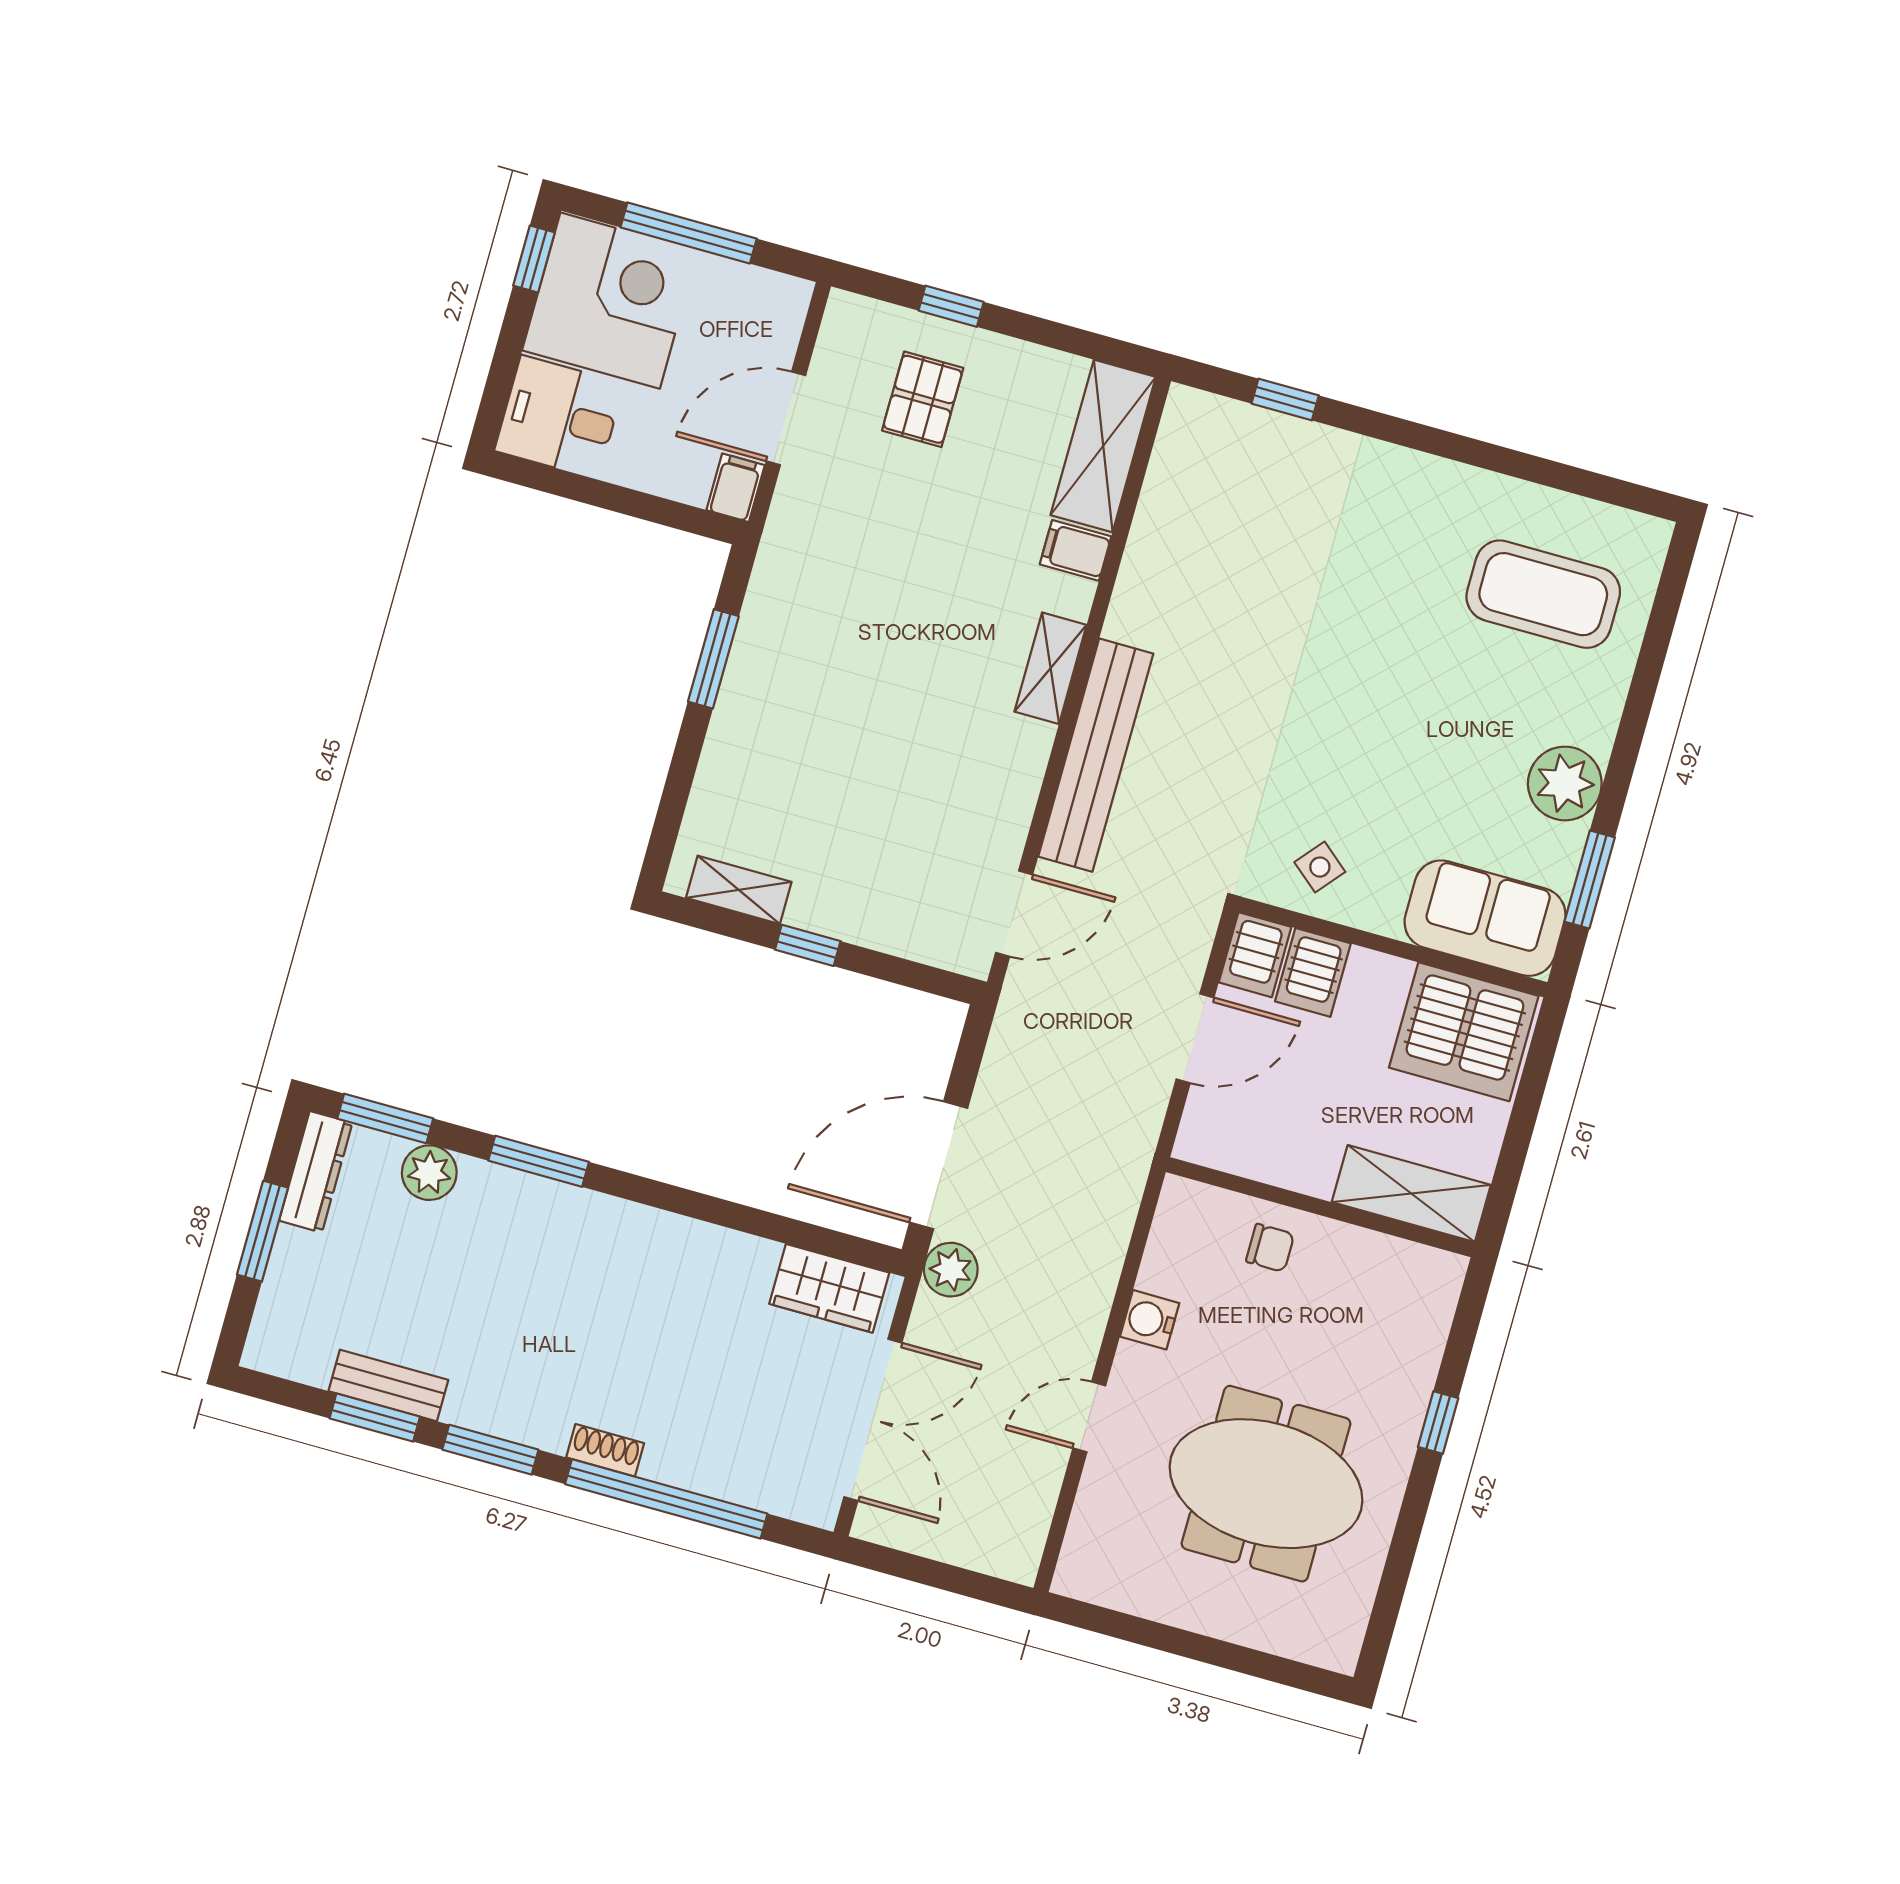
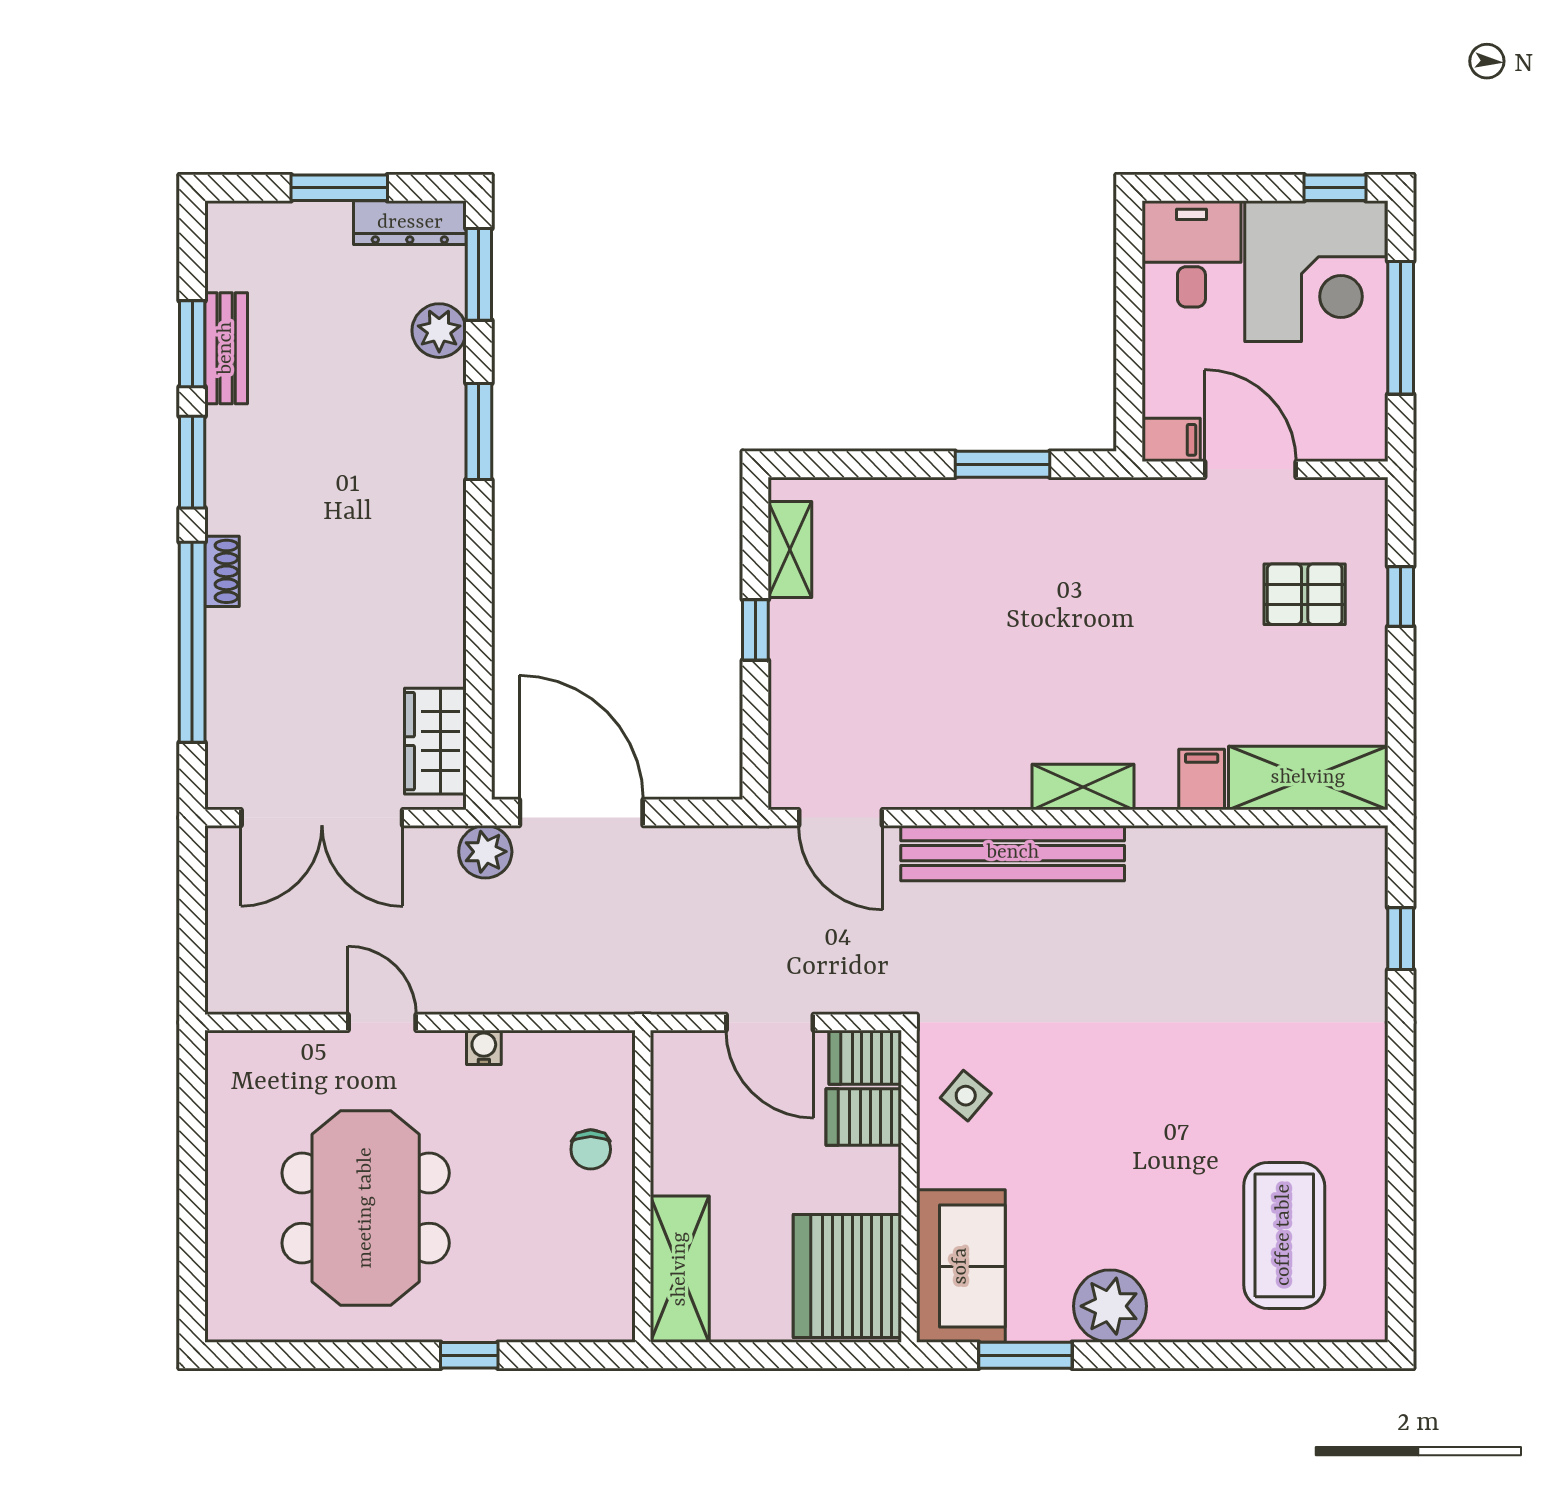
water cooler: (1150, 1320) -> (484, 1047), width x0.72, depth x0.72

